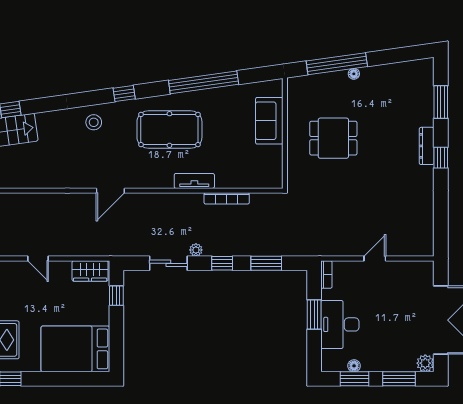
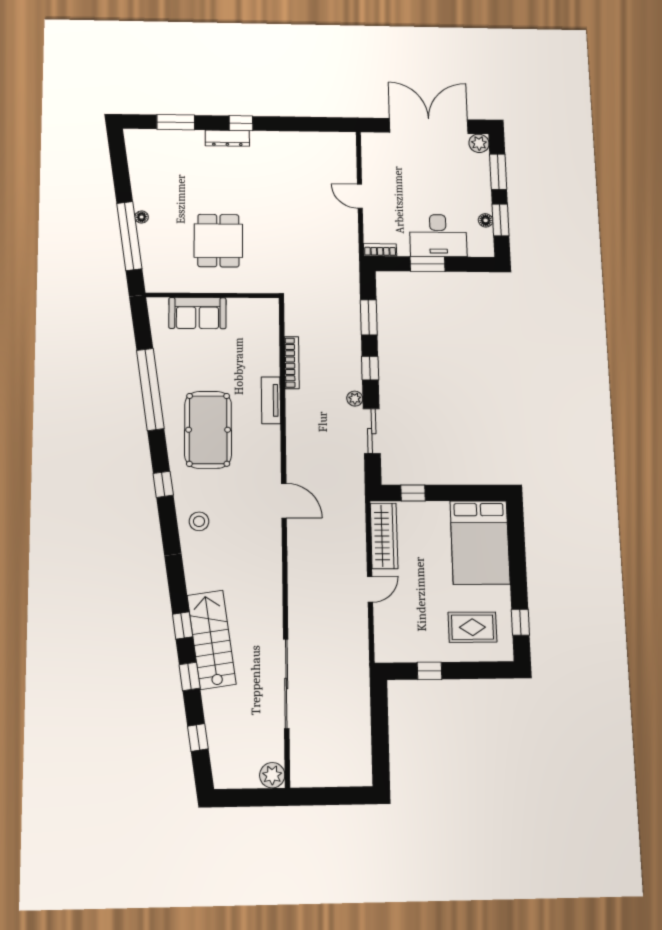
wardrobe: (90, 271) -> (384, 536), width x1.50

